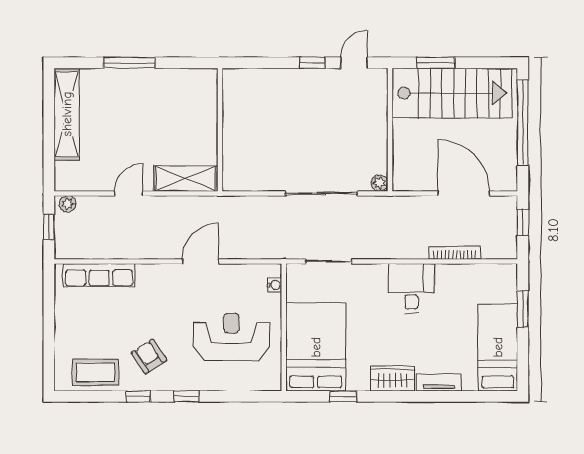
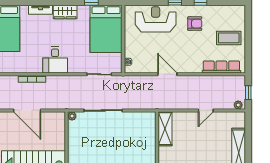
shelving: (186, 178) -> (165, 129), moved, turned 90
door: (201, 261) -> (167, 74), swing flipped
reception desk: (231, 337) -> (156, 19), moved, turned 180
armchair: (149, 357) -> (195, 24), turned -57
coffee table: (95, 372) -> (229, 38), moved

